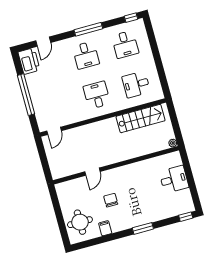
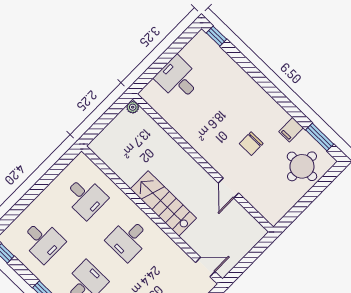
desk: (125, 44) -> (43, 241), turned 90
stairs: (141, 119) -> (163, 203), moved
door: (92, 172) -> (229, 188), swing flipped
window: (143, 228) -> (320, 137), moved

